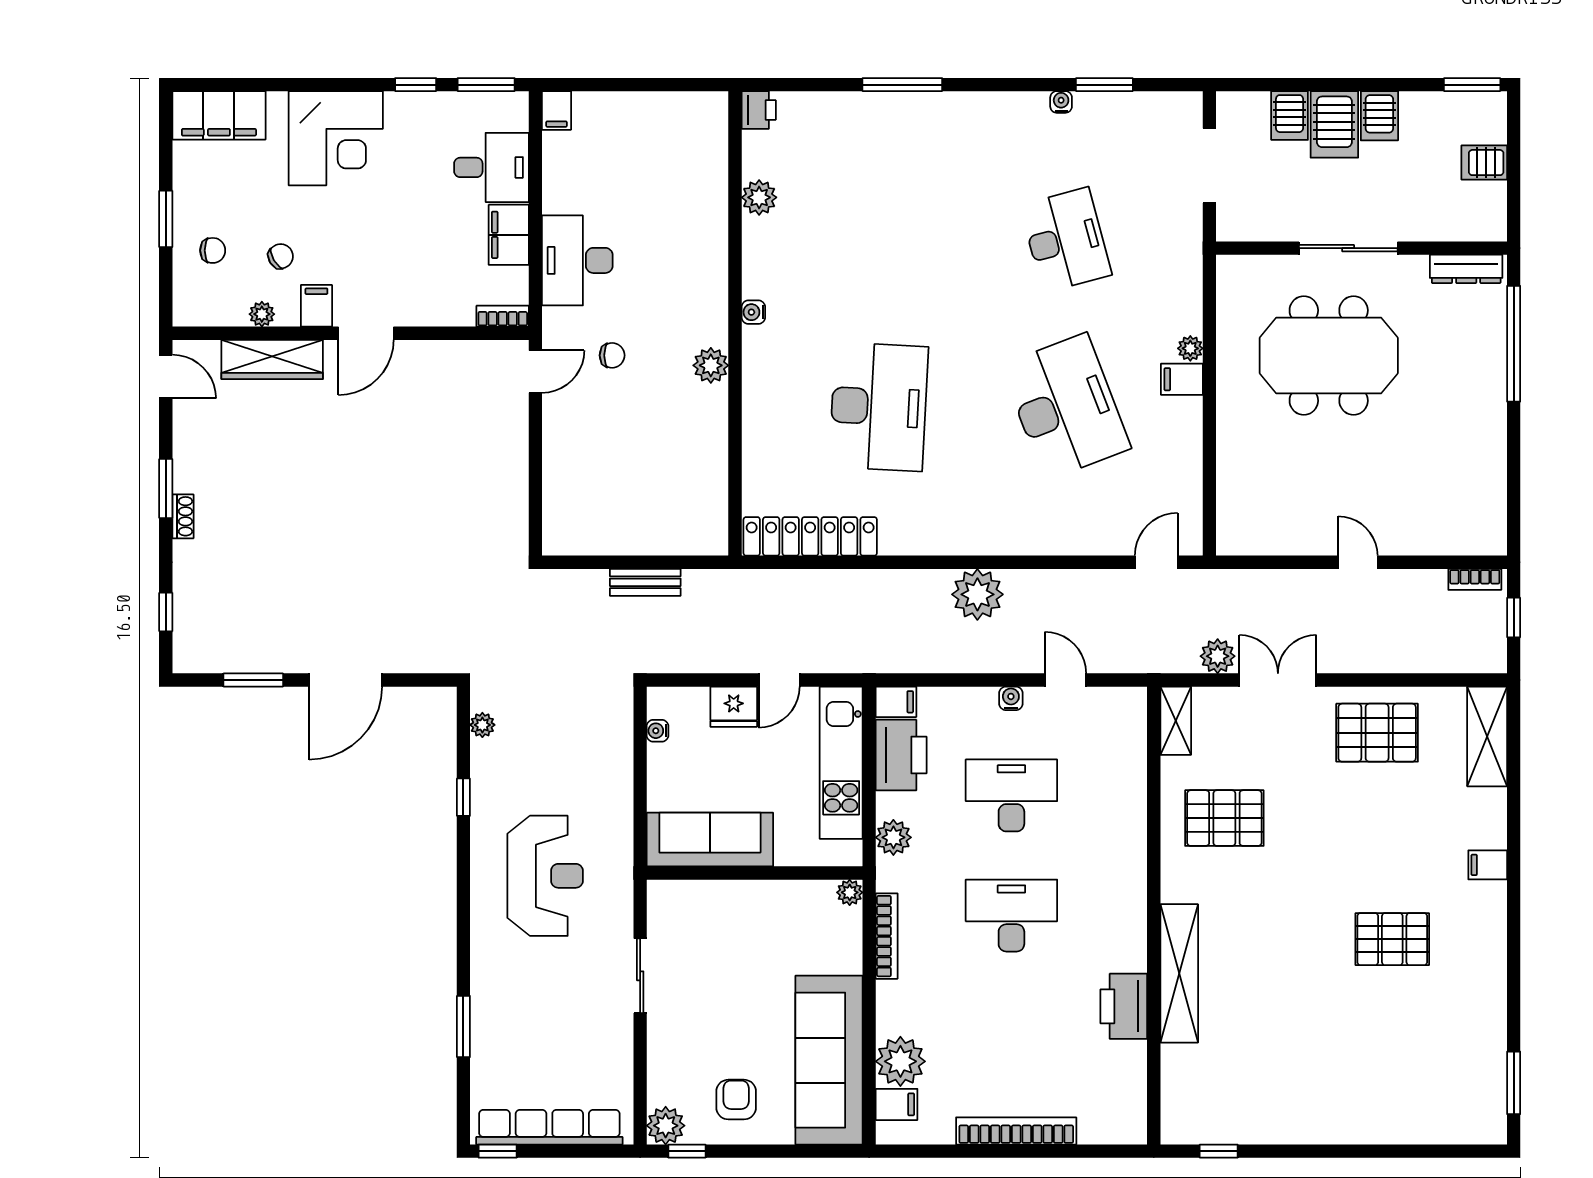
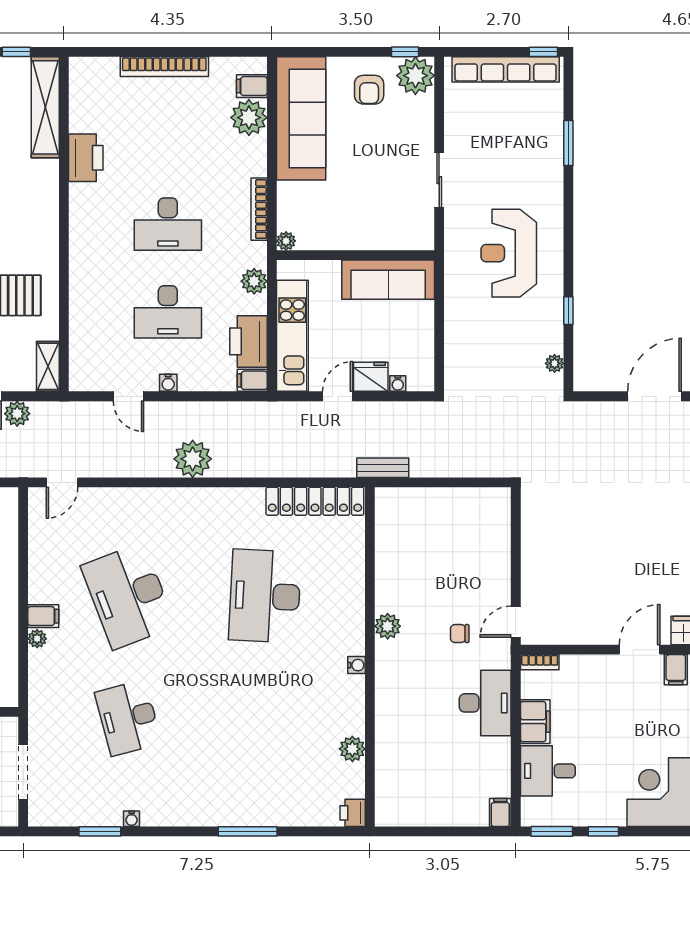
bench: (645, 582) -> (383, 468), moved
water cooler: (658, 731) -> (398, 384), moved, turned 90
shelving: (1179, 973) -> (45, 107), moved
plant: (666, 1126) -> (415, 76), width x1.36, depth x1.36

